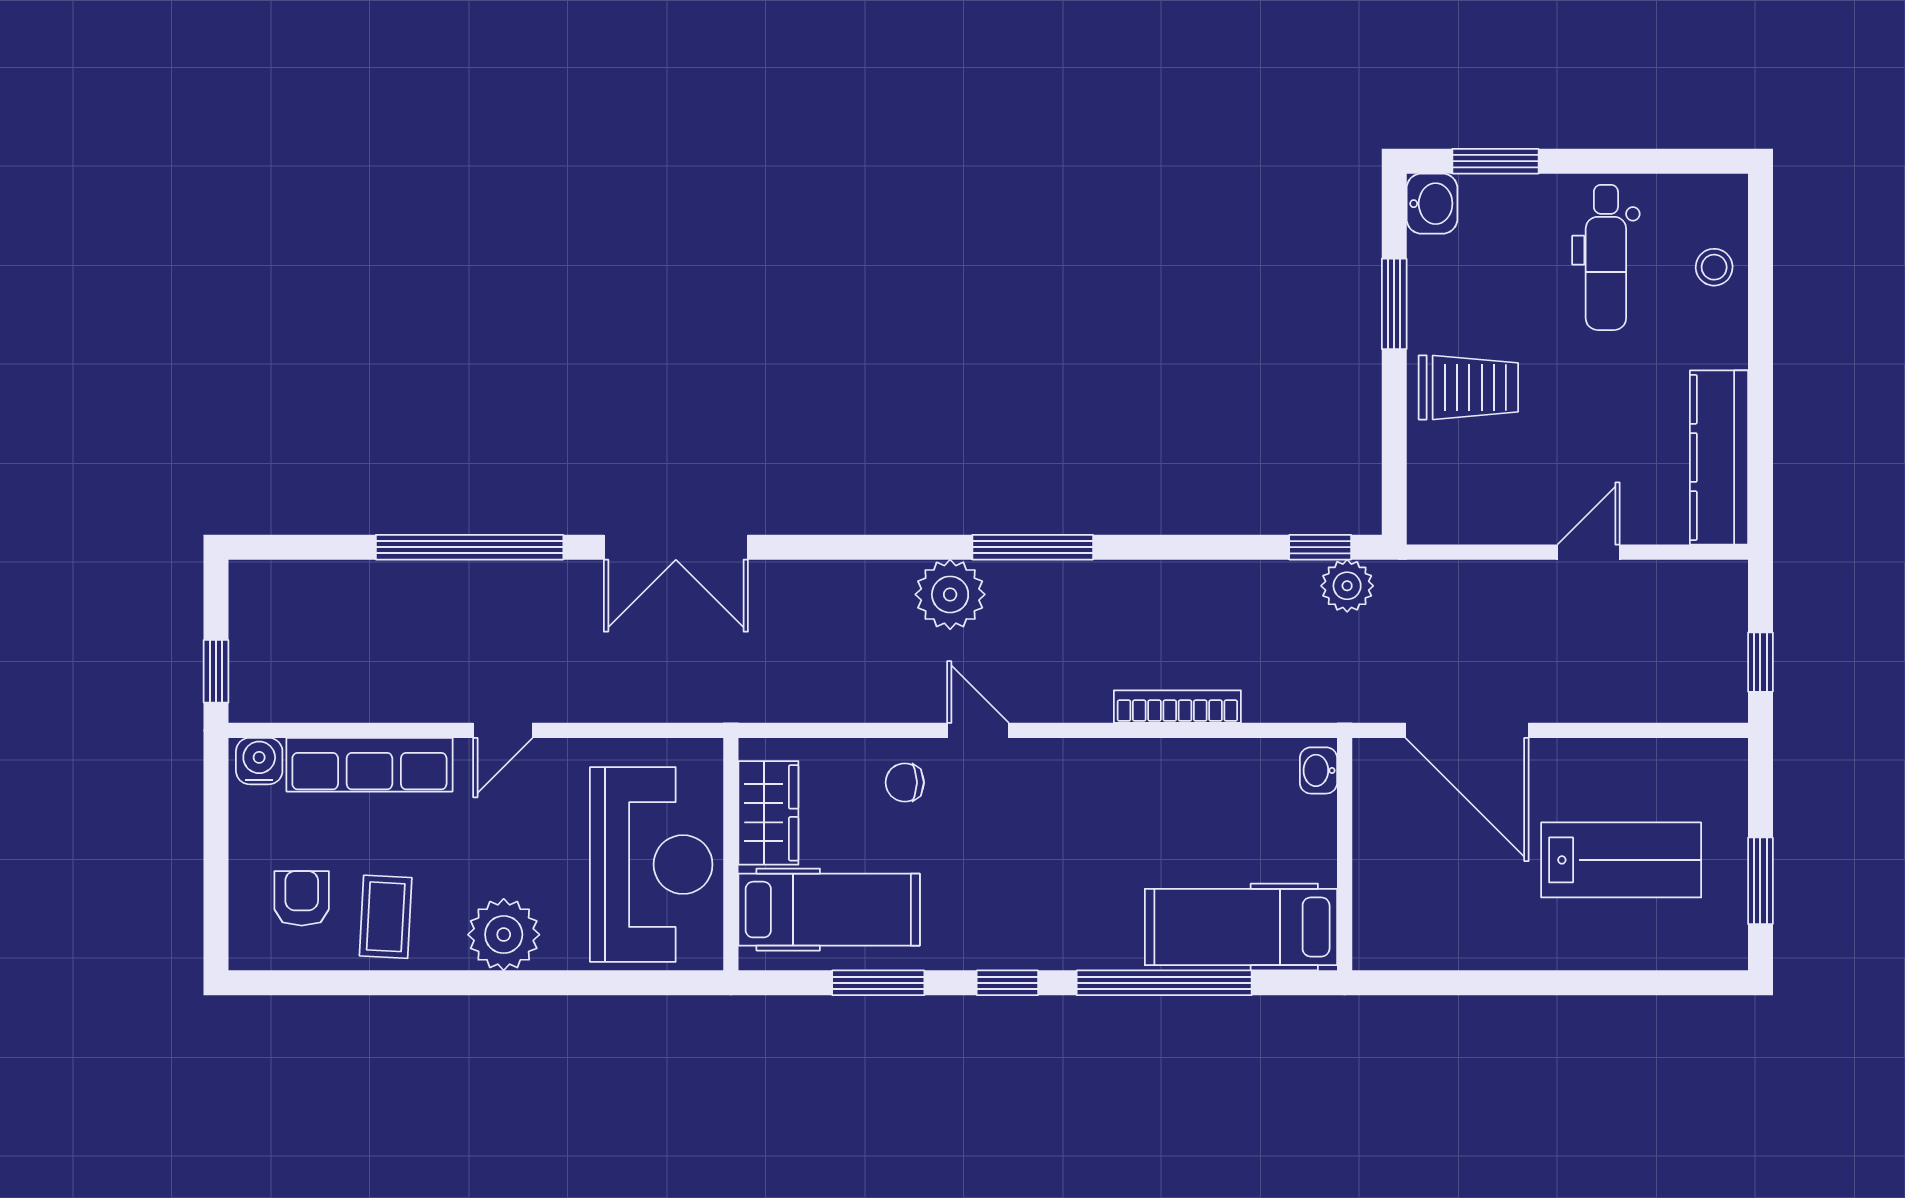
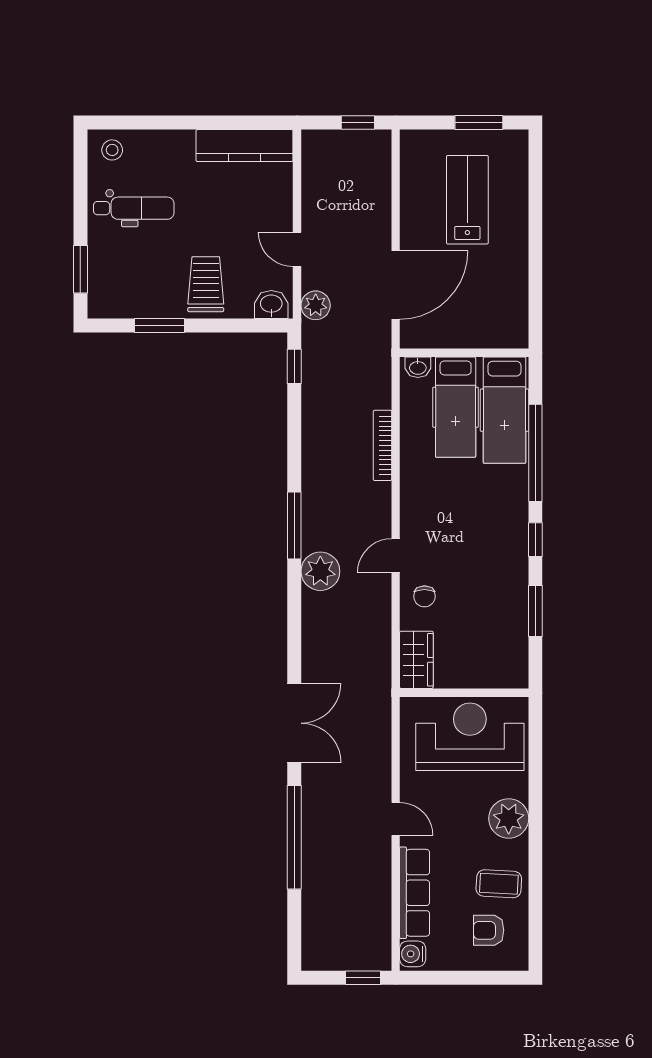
washbasin: (1432, 204) -> (271, 304), moved
stool: (1714, 267) -> (112, 150), moved
door: (1589, 552) -> (297, 249), moved
plant: (1347, 586) -> (316, 305), moved
wardrobe: (768, 813) -> (416, 660), moved, turned 90
hospital bed: (829, 910) -> (456, 407), moved, turned 180

